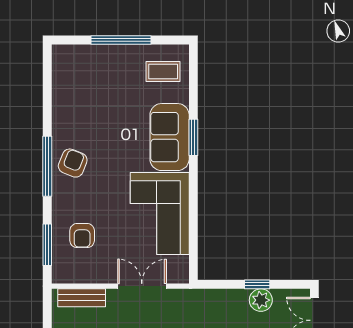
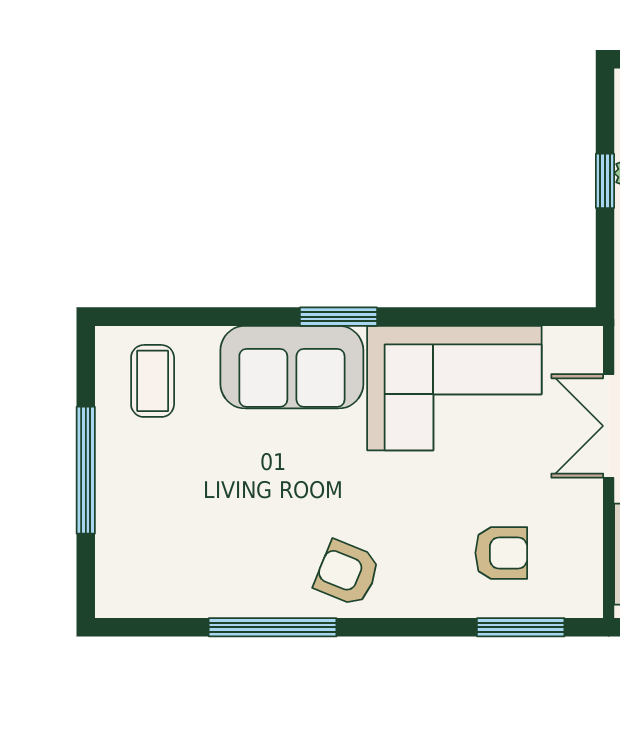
window: (193, 137) -> (339, 317), moved
window: (47, 166) -> (273, 627), moved

